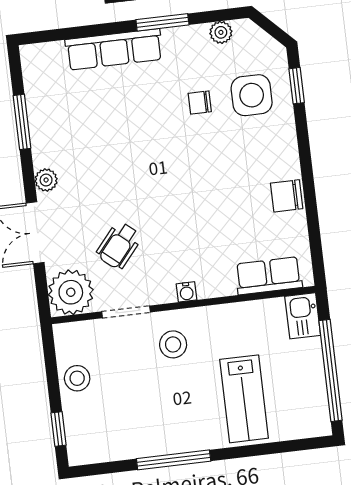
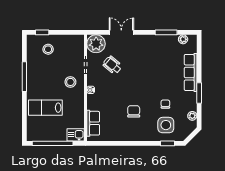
plant: (46, 180) -> (183, 39), moved
chair: (287, 196) -> (134, 111), moved
stool: (77, 378) -> (48, 49), moved

